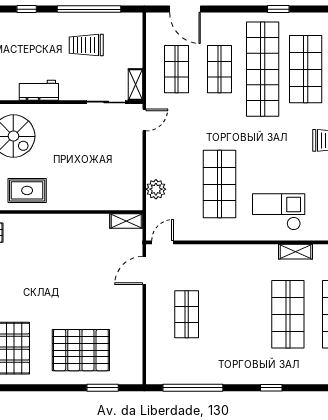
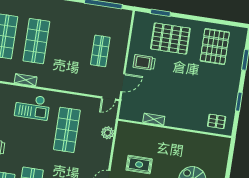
rug: (27, 190) -> (139, 165), moved
shelving: (126, 221) -> (154, 119), moved
trolley: (116, 307) -> (144, 62), added

